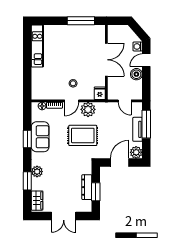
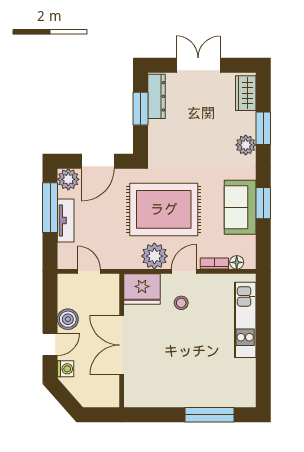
window: (81, 21) -> (210, 415), moved
kitchen unit: (37, 46) -> (245, 320), moved
fridge: (100, 93) -> (142, 289), width x1.88, depth x1.34
window: (146, 124) -> (50, 208), moved
rug: (83, 135) -> (164, 209), width x1.37, depth x1.44
dresser: (87, 187) -> (156, 96), moved

